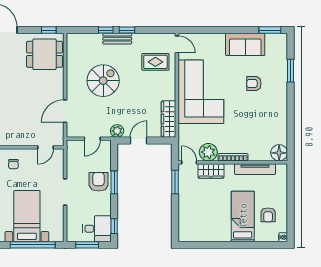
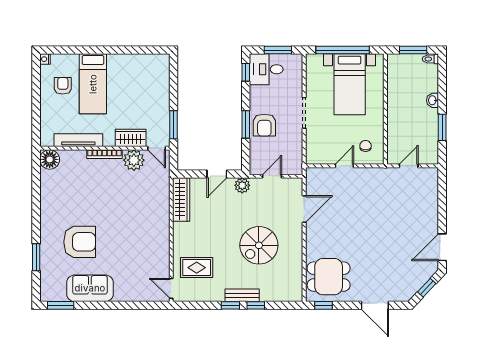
armchair: (254, 83) -> (80, 242), width x1.88, depth x1.88
corner sofa: (201, 92) -> (143, 232), removed
door: (46, 147) -> (344, 166), moved

